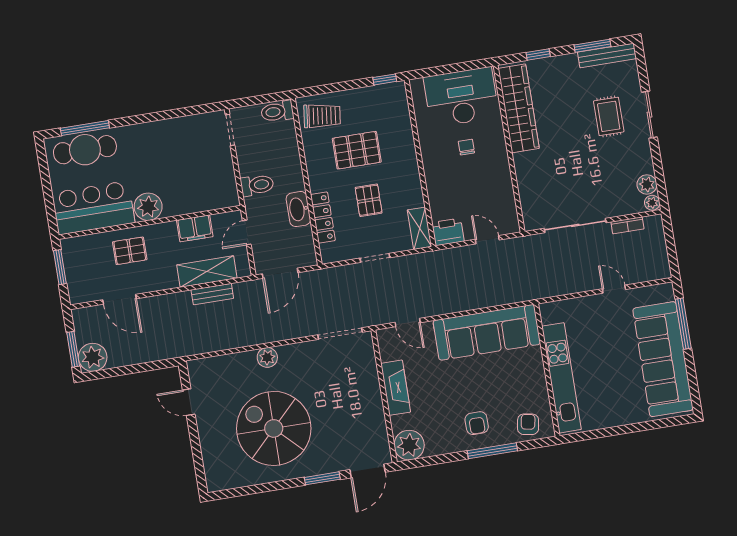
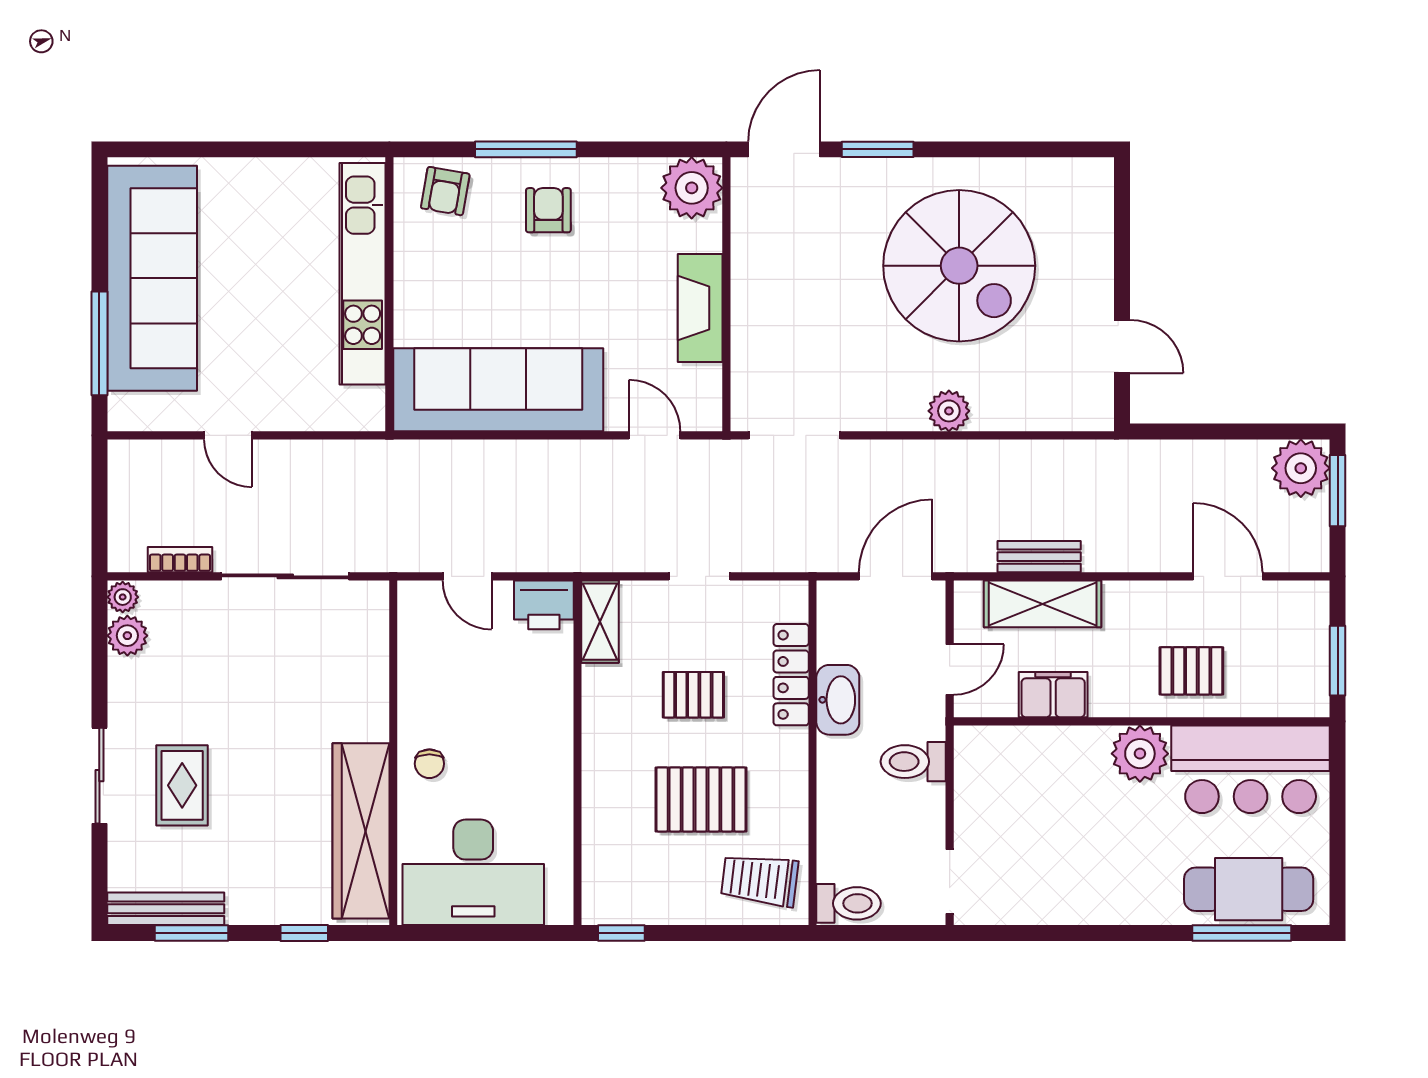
chair: (466, 147) -> (429, 764), moved
pallet: (369, 200) -> (693, 695), turned 90

